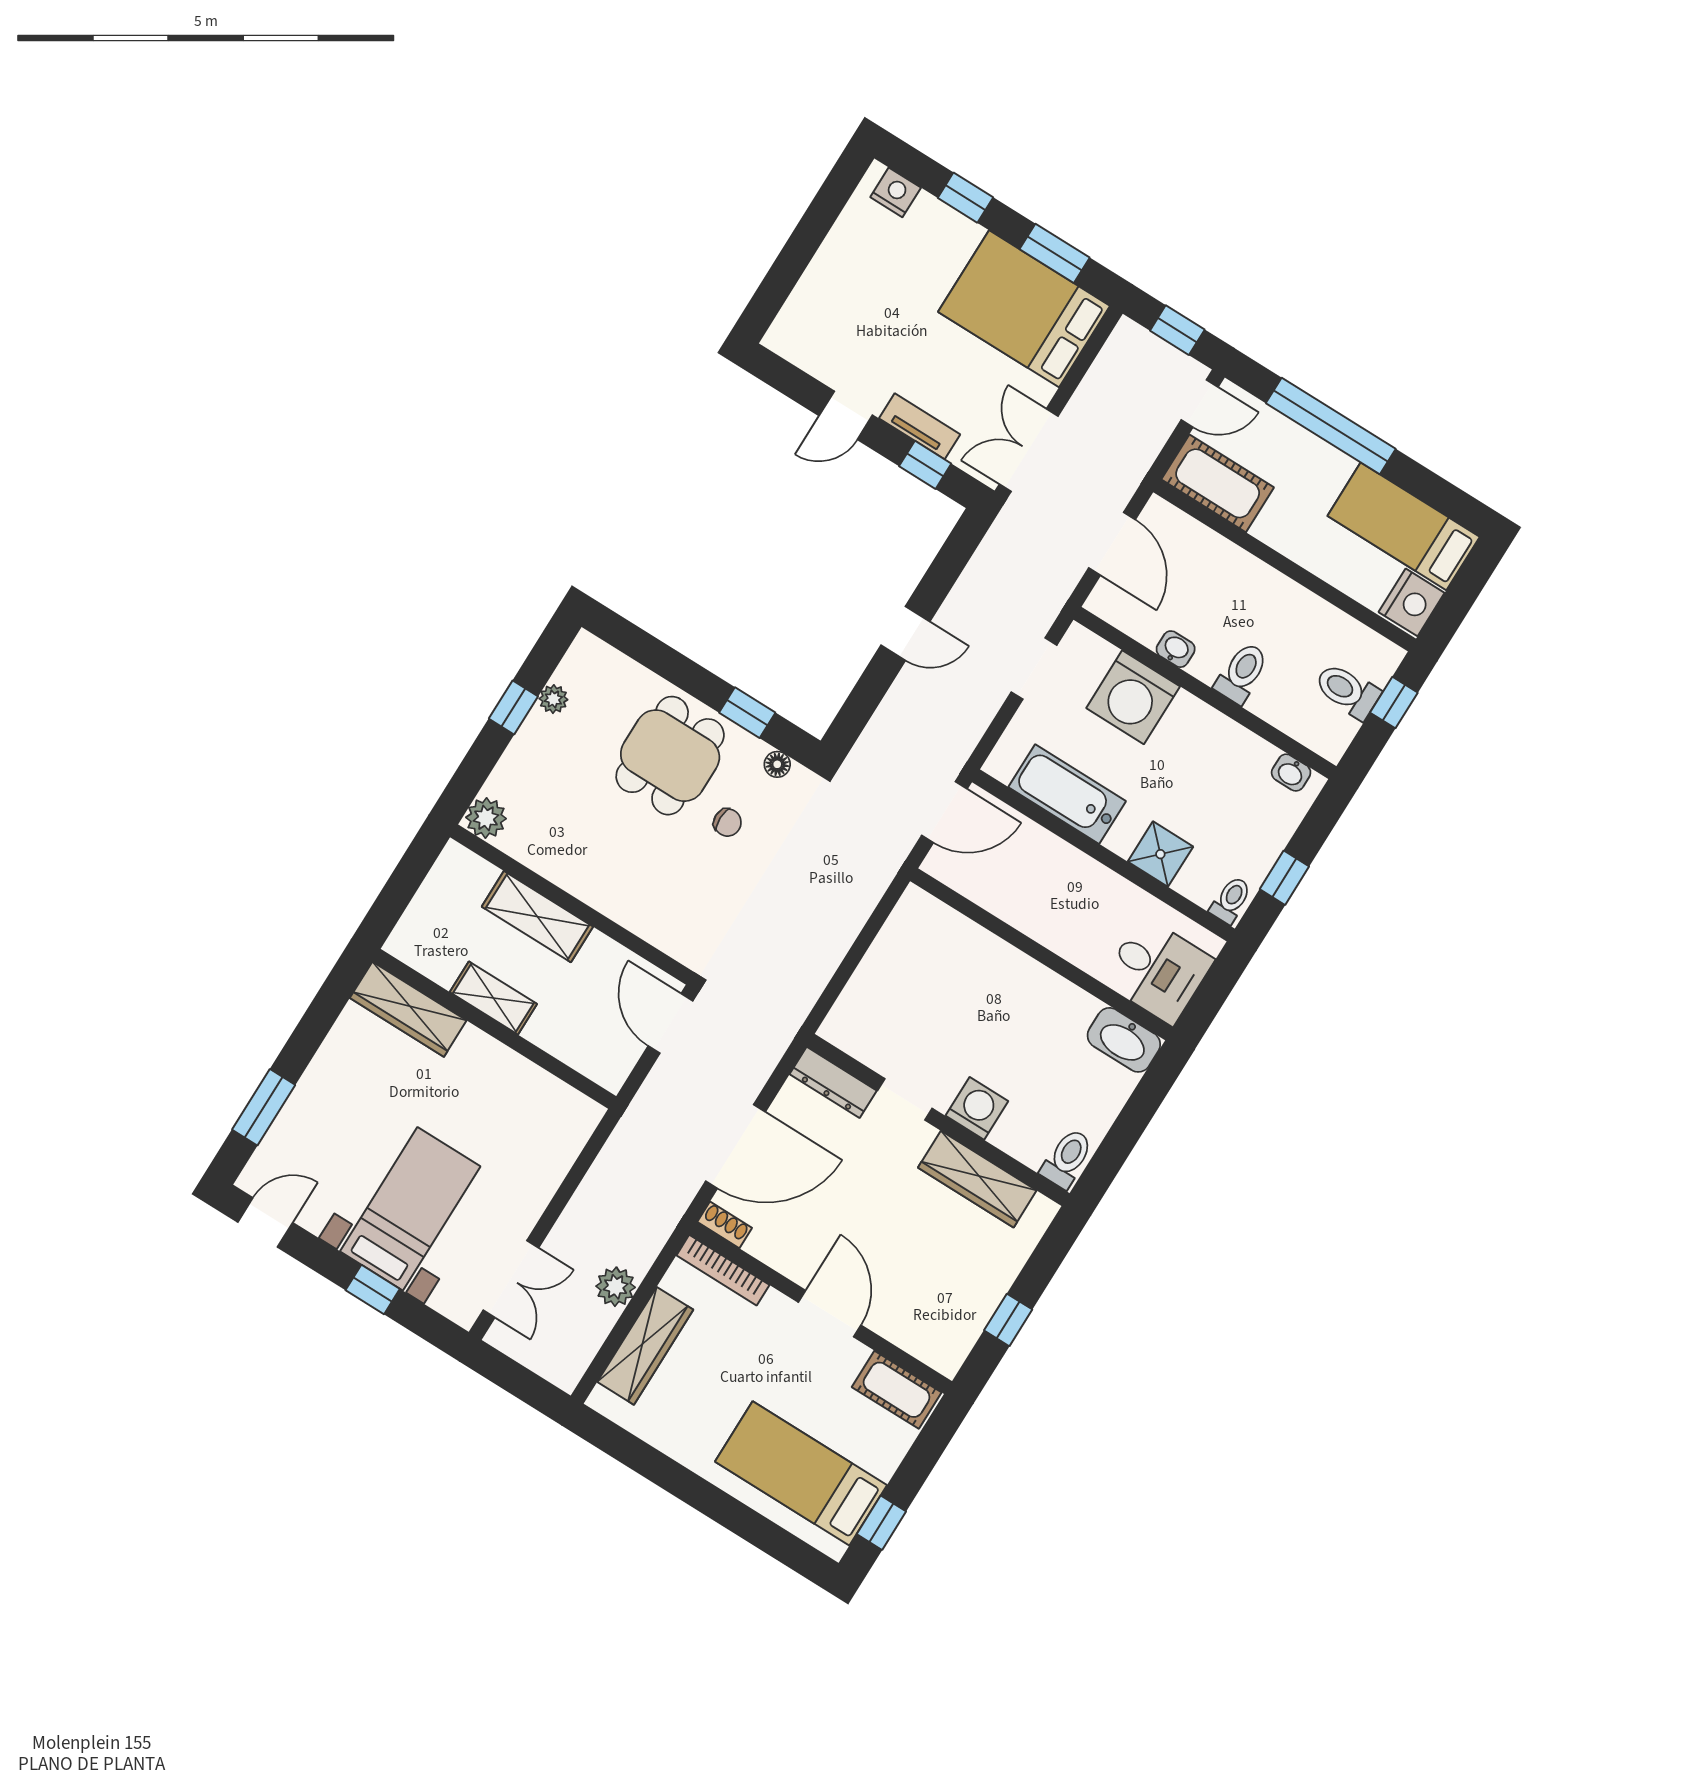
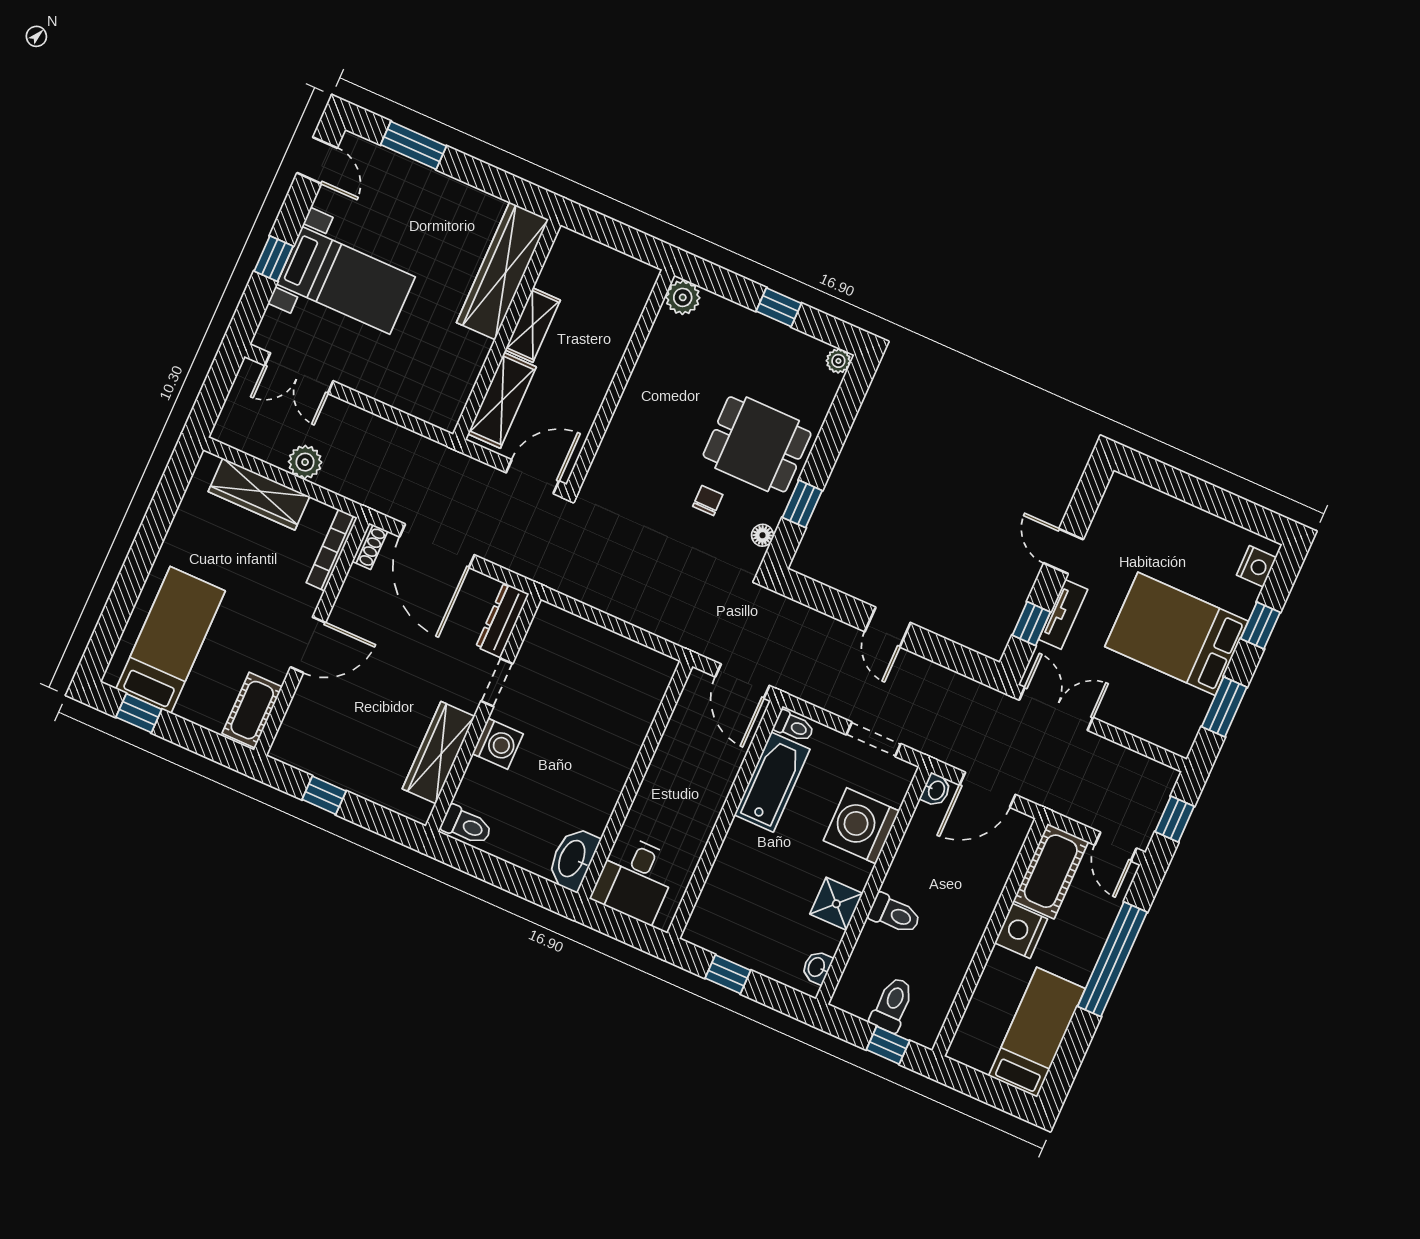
bed: (1024, 309) -> (1177, 634), moved, turned -90
nightstand: (1412, 602) -> (1021, 931), moved, turned 90
washbasin: (1176, 649) -> (936, 790), moved
plant: (553, 699) -> (838, 361), moved
chair: (727, 822) -> (708, 500), turned 180
shower: (1160, 854) -> (836, 904), moved
toilet: (1231, 900) -> (794, 726), moved
shelving: (537, 917) -> (502, 400), moved
wardrobe: (408, 1009) -> (503, 271), width x1.40, depth x1.17

